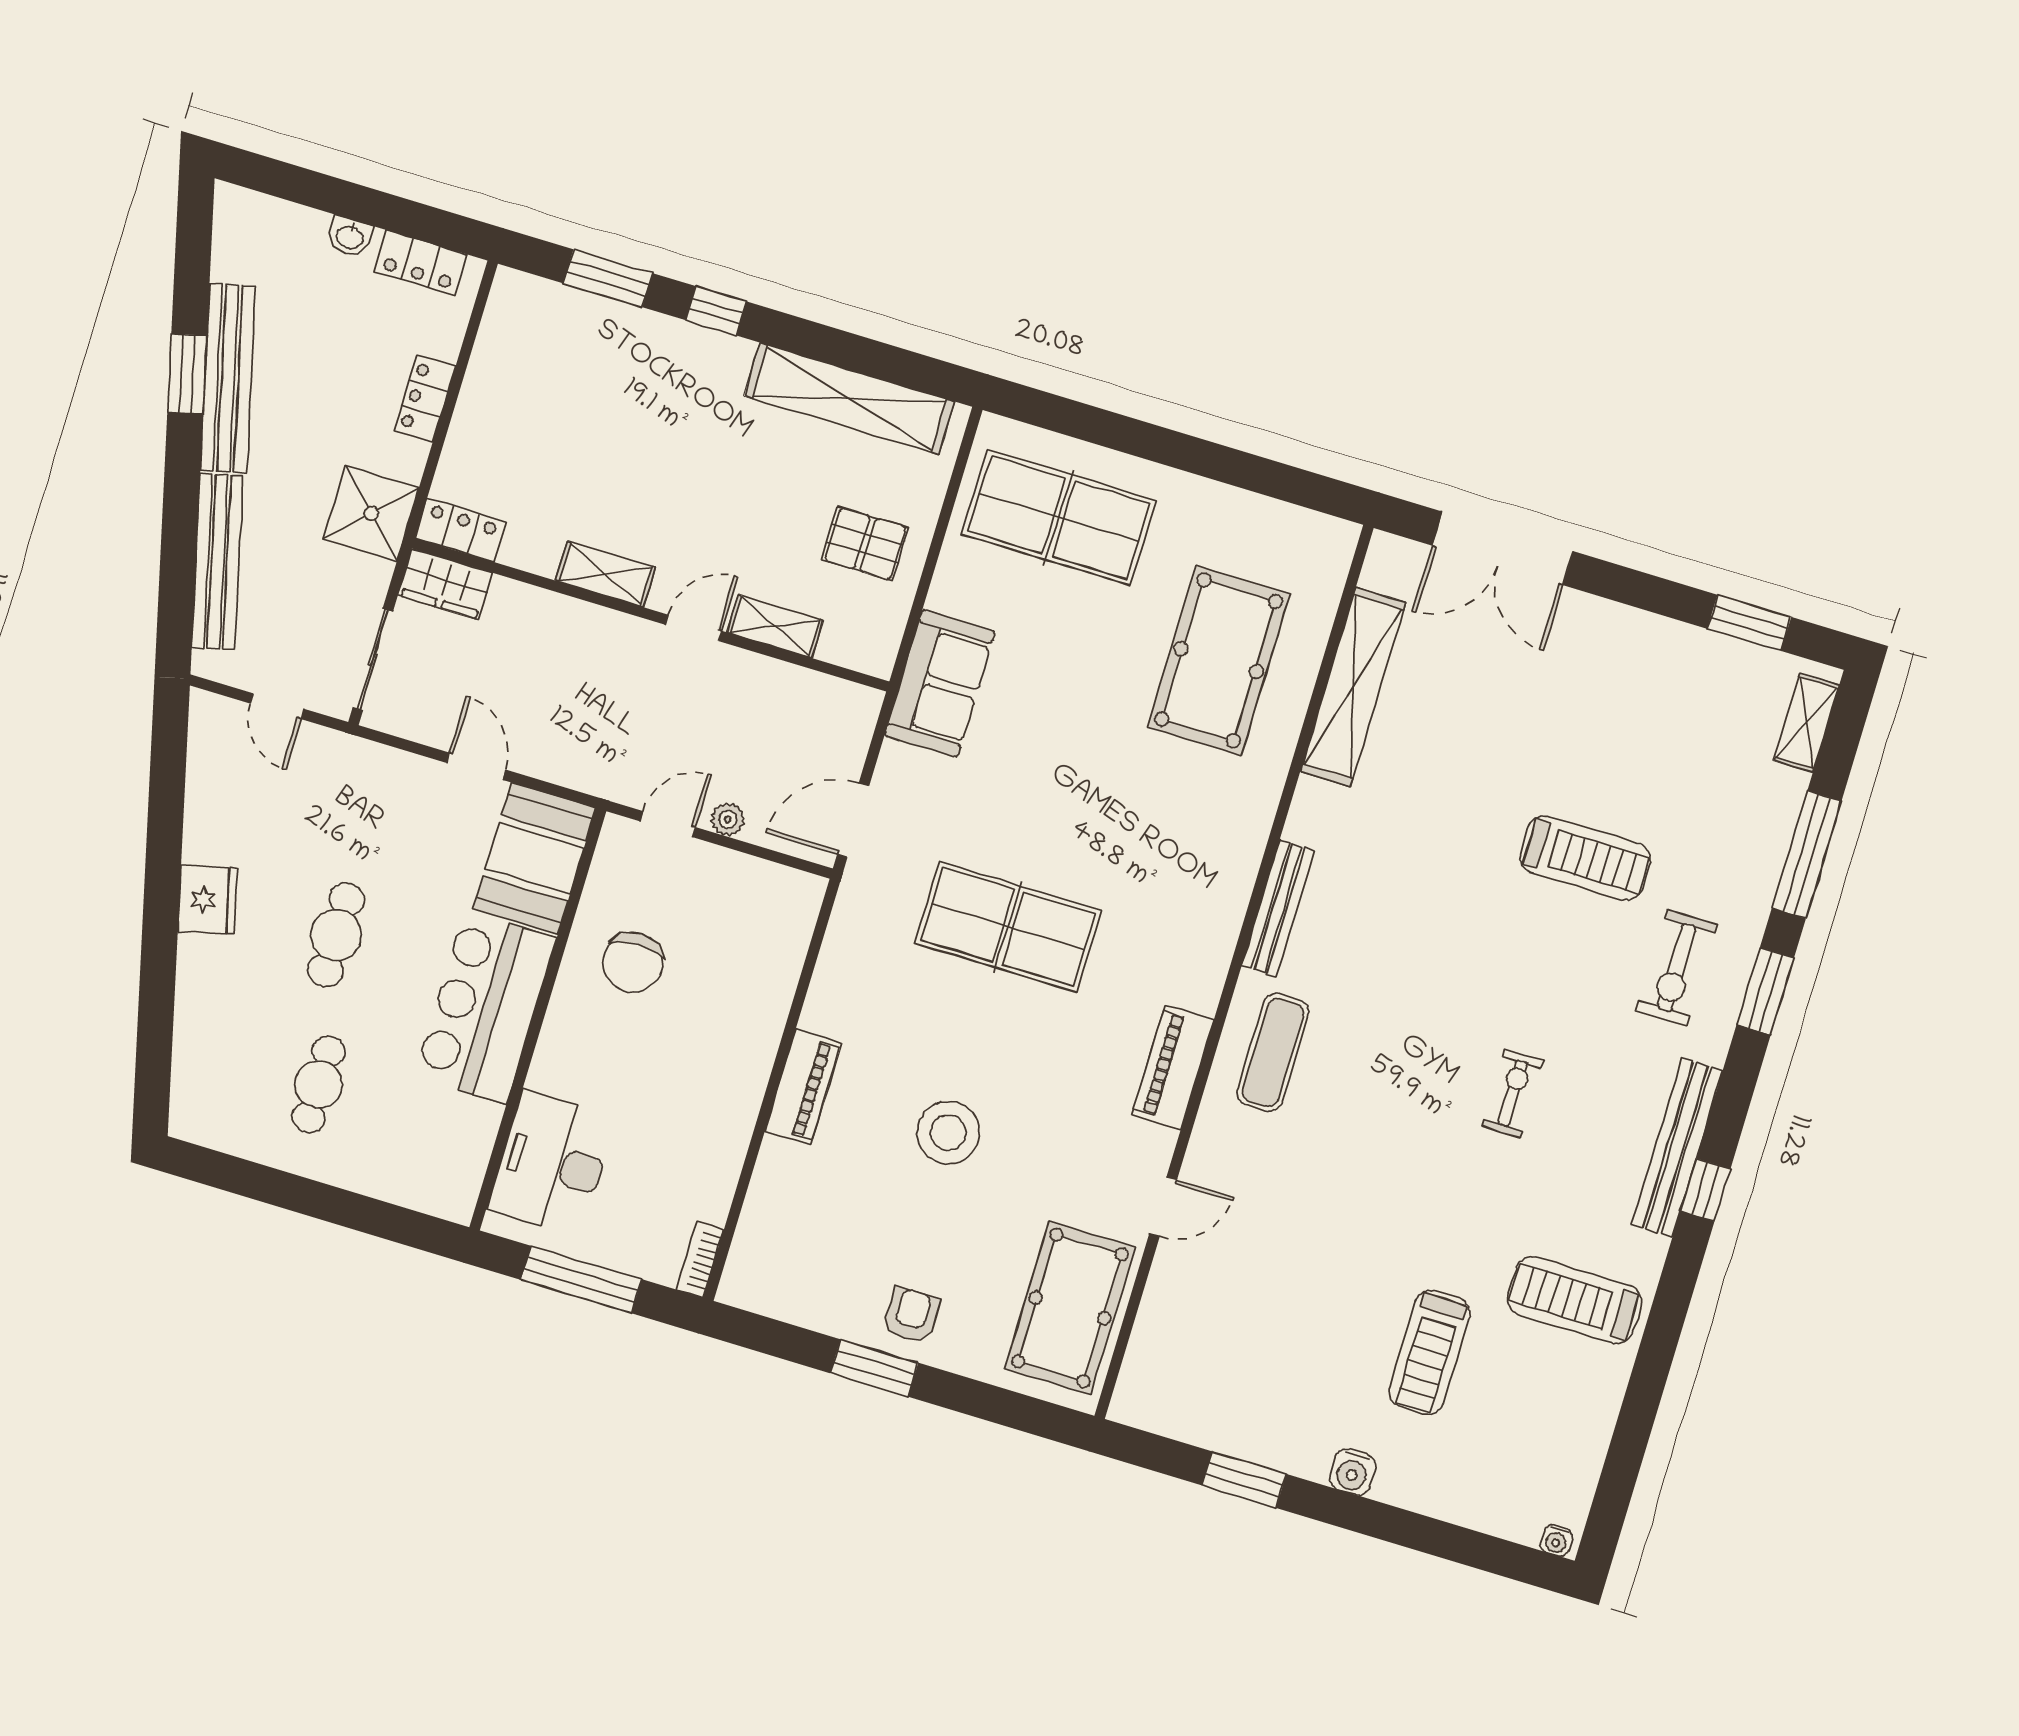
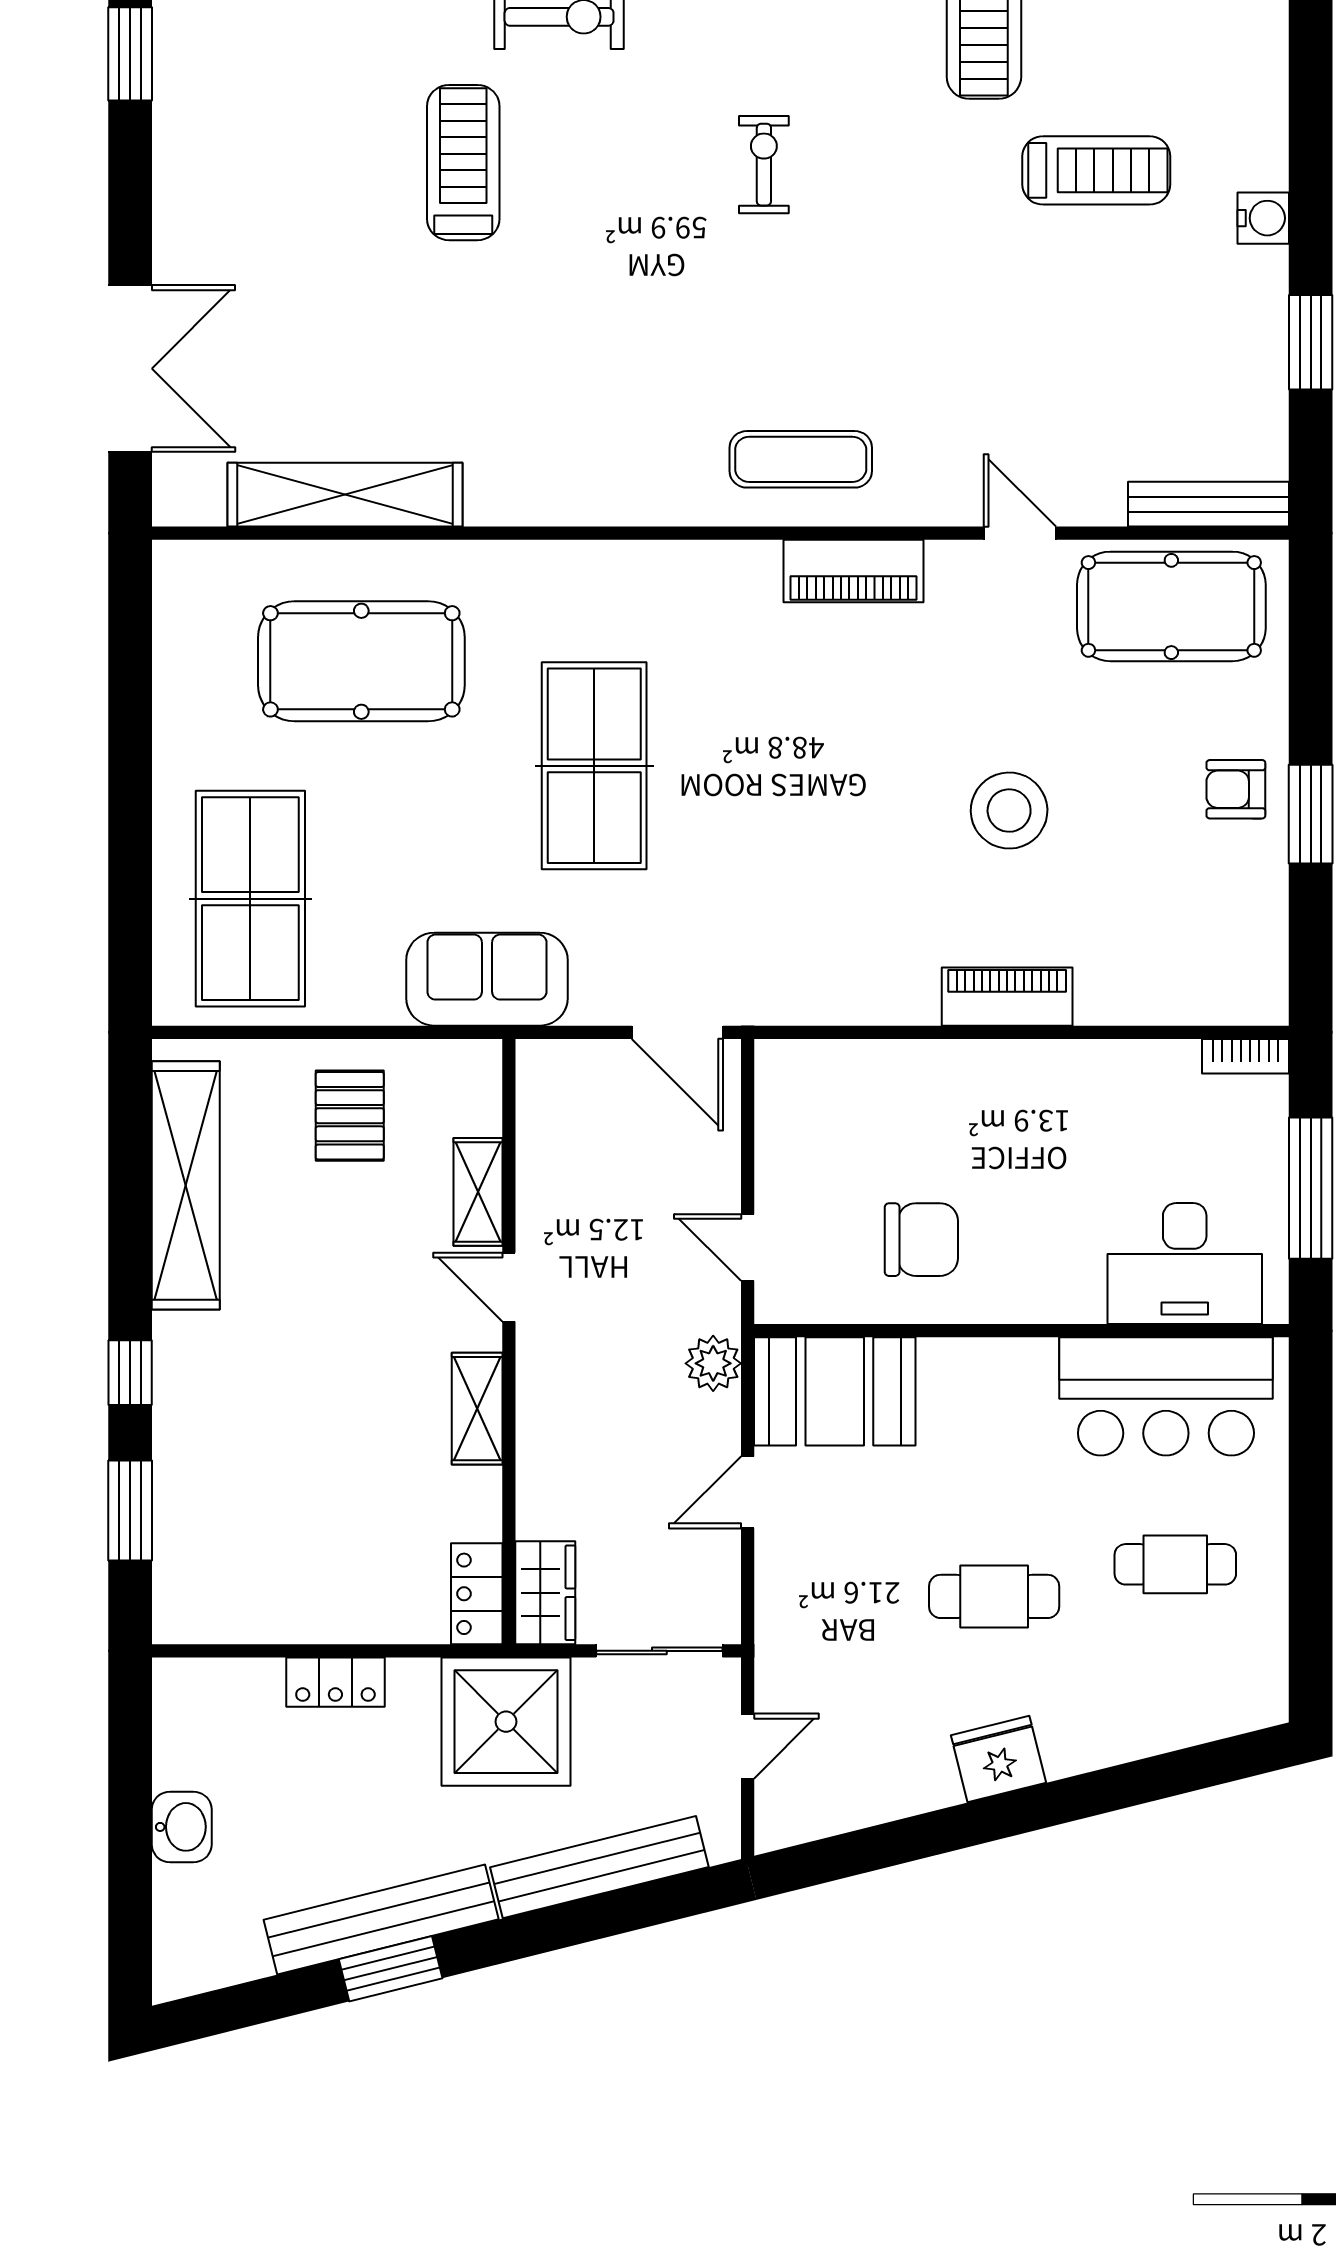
washbasin: (350, 237) -> (182, 1827), width x1.38, depth x1.45
locker: (420, 263) -> (178, 1735), removed
shower: (371, 513) -> (506, 1722), width x1.37, depth x1.37
plant: (728, 819) -> (713, 1363), moved, width x1.38, depth x1.38
bench: (1278, 908) -> (1209, 504), moved
table tennis table: (1008, 927) -> (594, 766), moved
bar counter: (485, 1007) -> (1166, 1396), moved
exercise bike: (1513, 1093) -> (764, 165), turned 90

